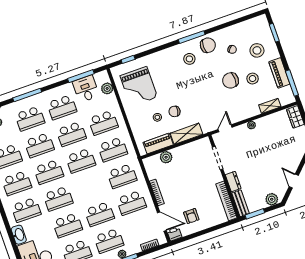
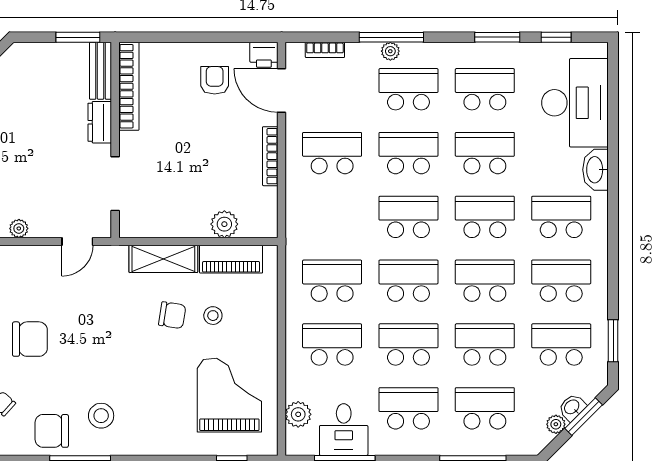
school desk: (122, 176) -> (408, 217), moved
plant: (272, 199) -> (31, 56), removed

